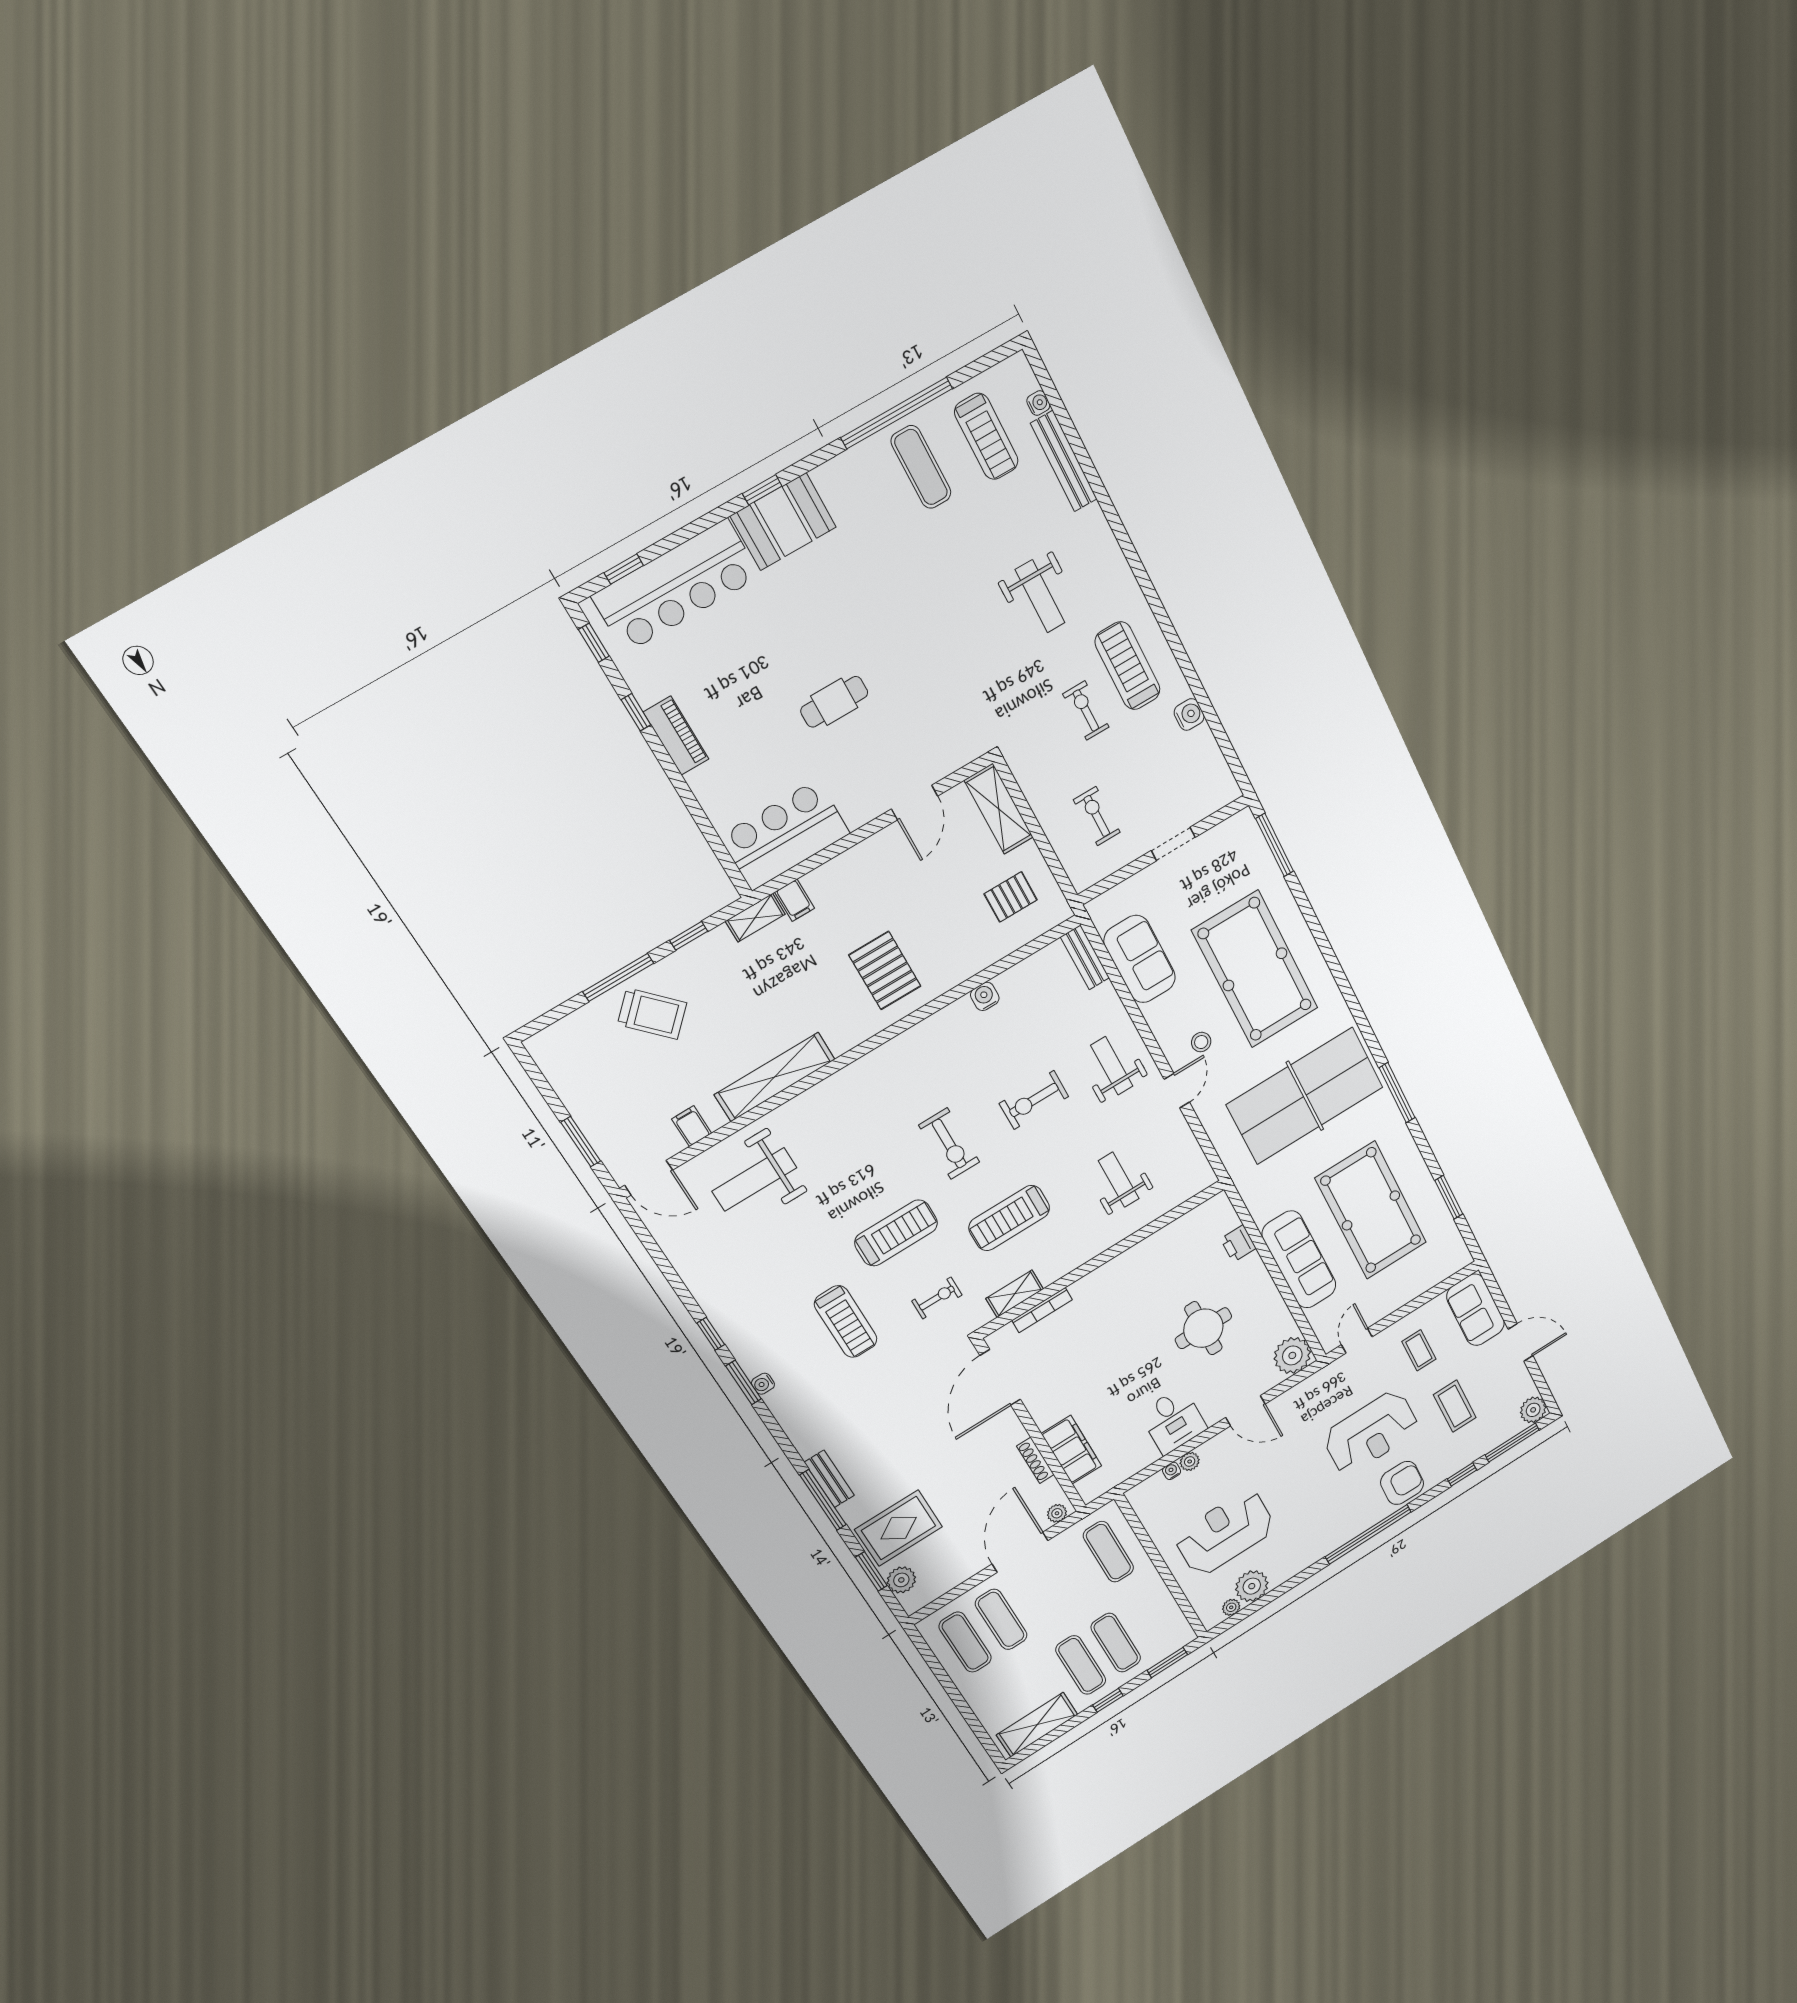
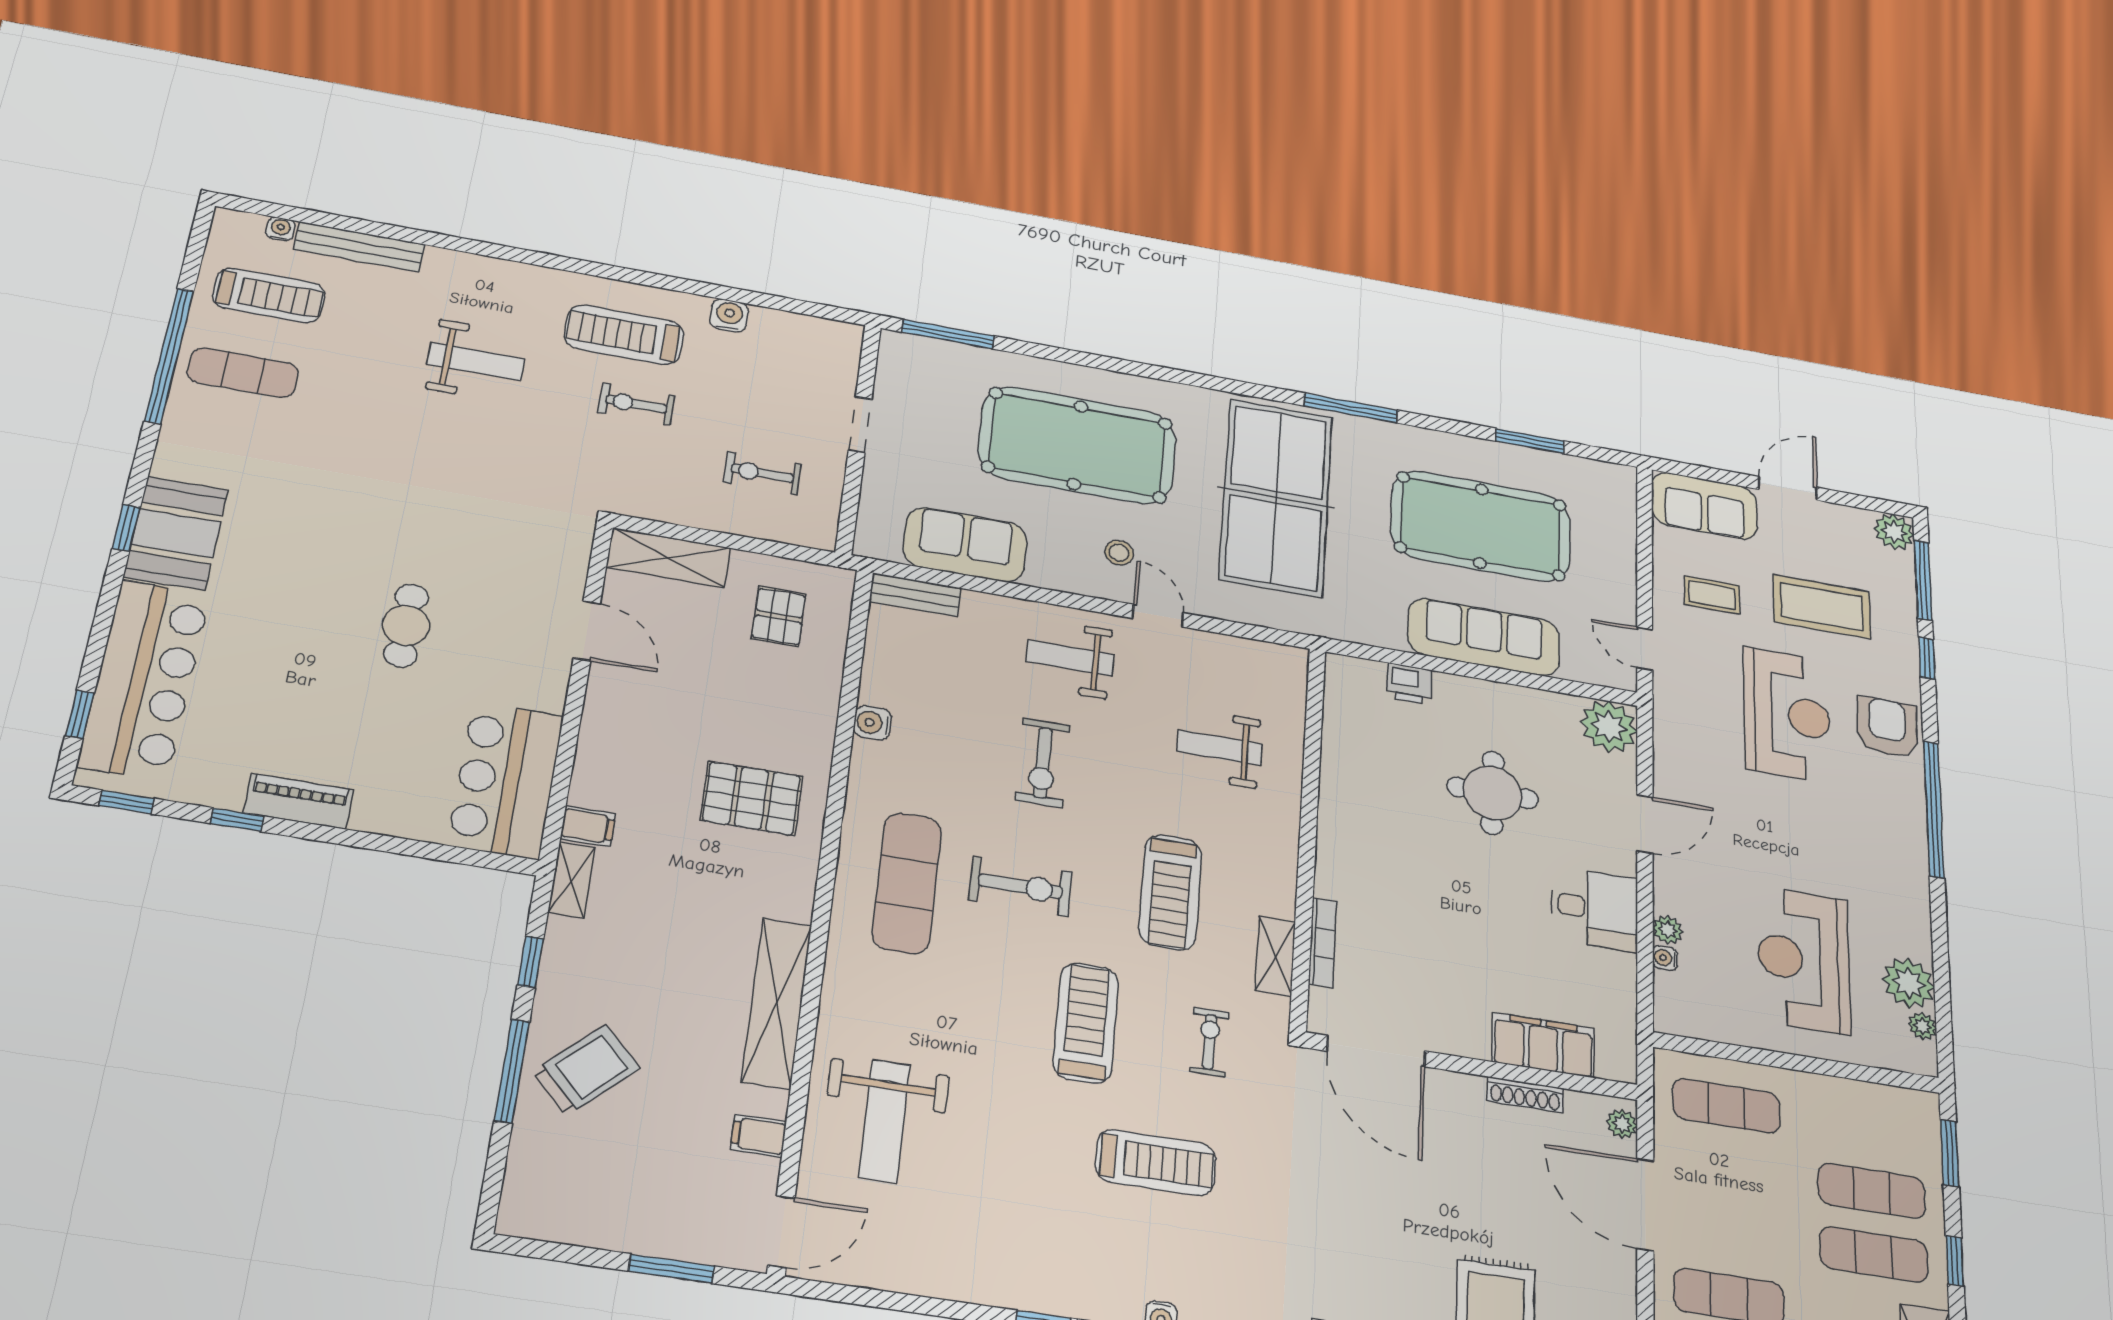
exercise mat: (902, 1087) -> (907, 883), added
coffee table: (1455, 1406) -> (1822, 607), width x1.36, depth x1.32

